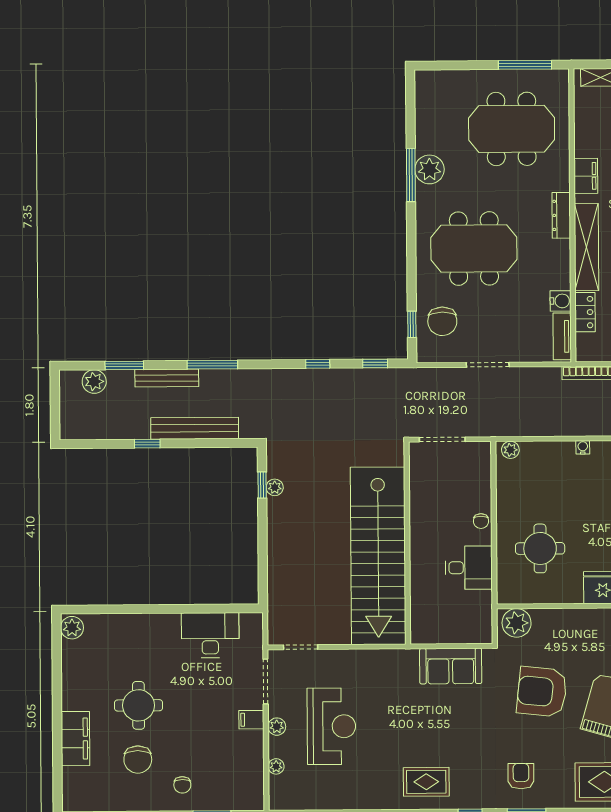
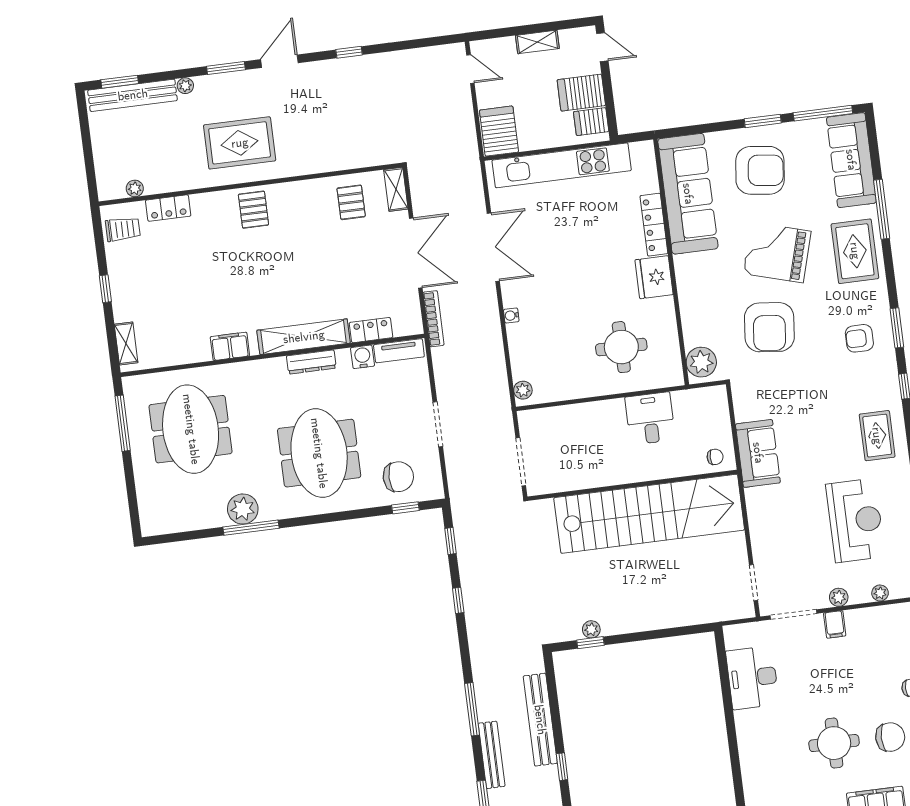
dresser: (561, 215) -> (311, 362), moved
chair: (481, 521) -> (715, 457), moved
sofa: (451, 666) -> (758, 453), moved
reception desk: (331, 726) -> (855, 520), moved, turned 90

